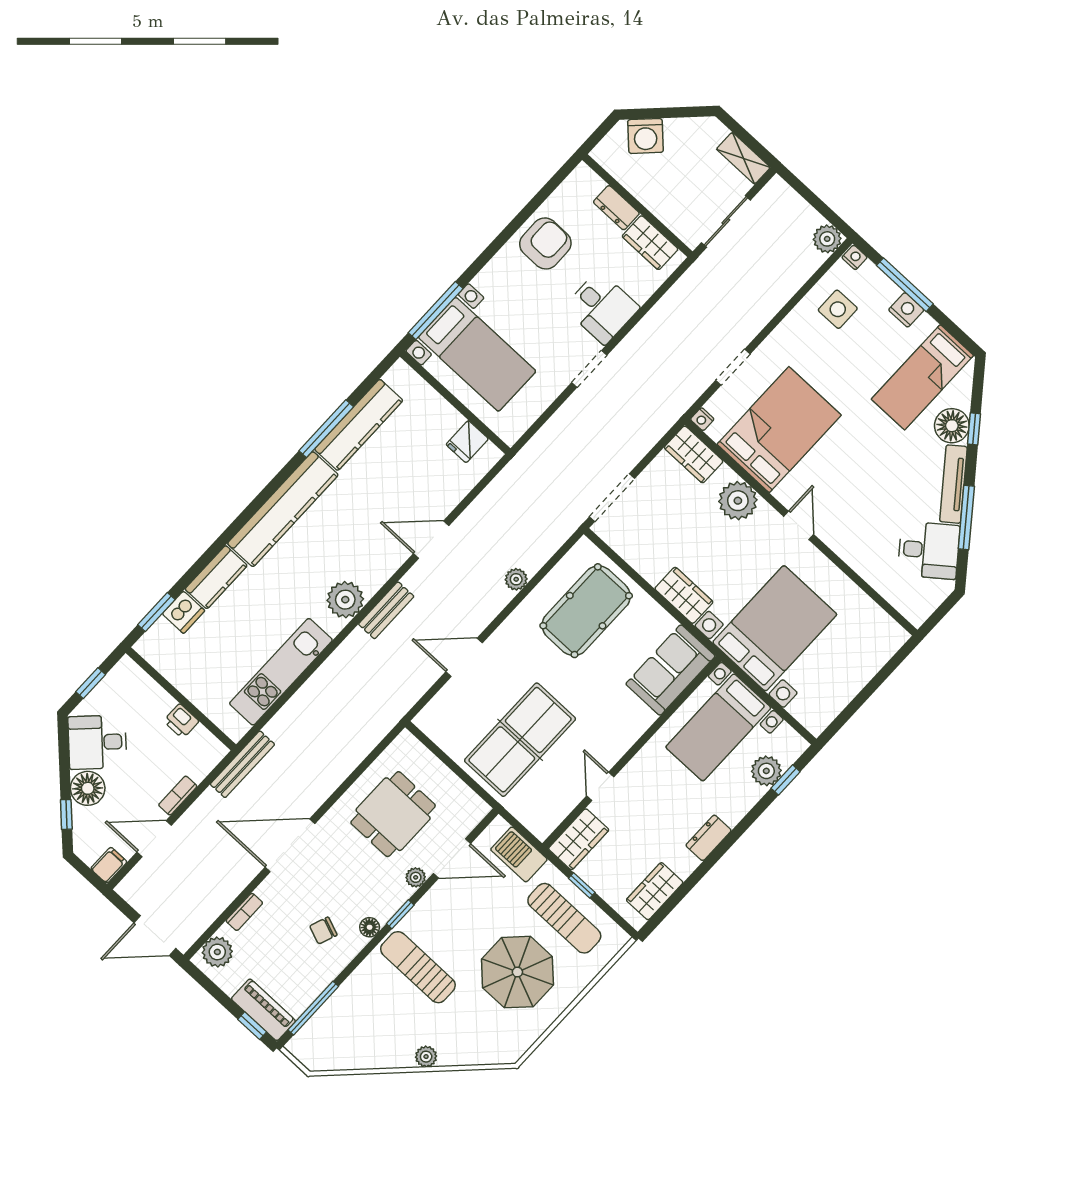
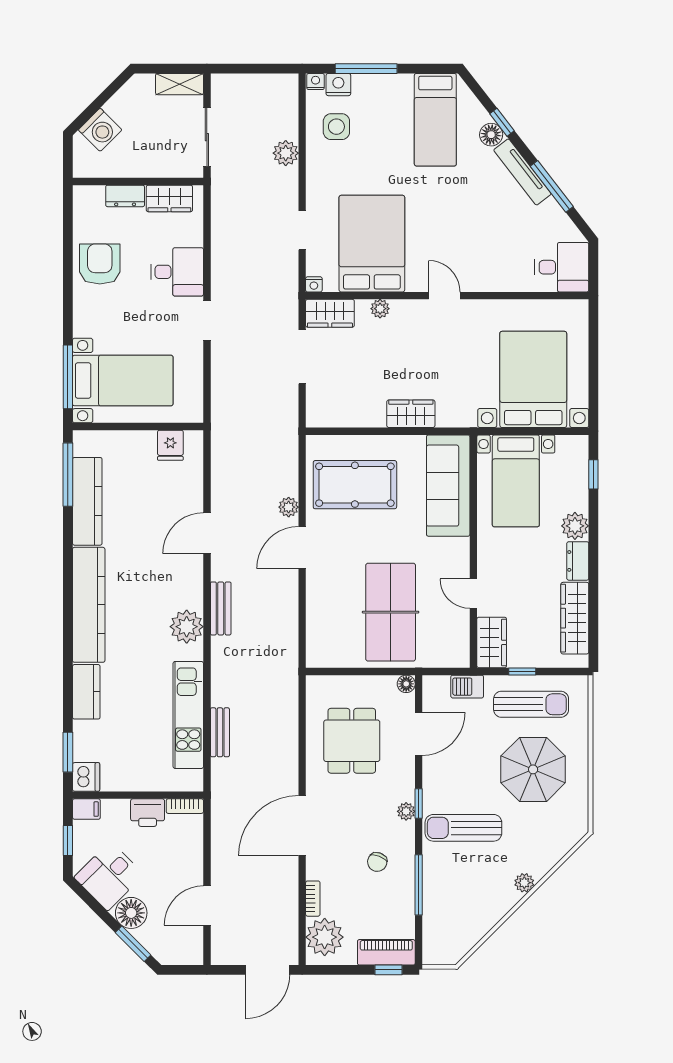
plant: (827, 239) -> (286, 153), moved
nightstand: (906, 310) -> (338, 85), moved
floor lamp: (952, 426) -> (491, 135), width x0.73, depth x0.73
window: (326, 429) -> (68, 475), moved
doorway: (612, 498) -> (302, 357), moved
plant: (738, 501) -> (380, 309), width x0.53, depth x0.53
desk: (929, 550) -> (562, 267), moved, turned 38
pool table: (586, 611) -> (355, 485), turned 90
dishwasher: (183, 612) -> (86, 777), moved
bed with nightstands: (775, 628) -> (533, 379), moved
door: (464, 657) -> (302, 548), moved
sofa: (670, 670) -> (448, 486), width x1.36
printer: (181, 721) -> (148, 813), width x1.36, depth x1.24
bench: (242, 764) -> (220, 732), moved, width x0.73
plant: (766, 771) -> (575, 526), moved
bookcase: (178, 796) -> (185, 806), moved, turned -90
window: (66, 814) -> (133, 944), width x1.50
barbecue: (519, 854) -> (467, 687), width x0.73, depth x0.79
filing cabinet: (109, 865) -> (86, 809), moved, turned 90
plant: (416, 877) -> (406, 811), moved
wardrobe: (655, 891) -> (575, 618), width x1.50
floor lamp: (370, 927) -> (406, 684), moved
plant: (217, 952) -> (325, 937), width x1.36, depth x1.36
window: (313, 1008) -> (419, 885), moved

